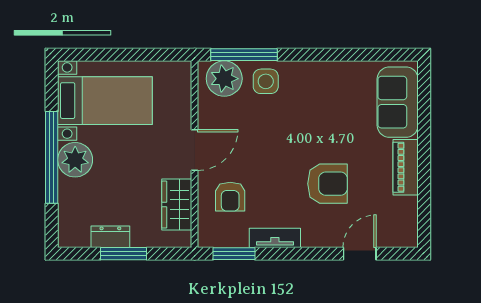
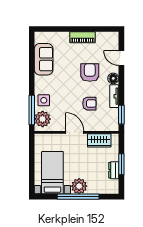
sofa: (398, 102) -> (44, 59), moved, turned -90
armchair: (230, 197) -> (89, 104), moved
floor lamp: (314, 236) -> (113, 78), added

